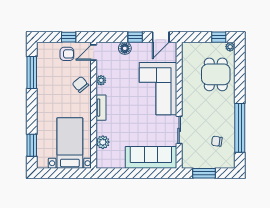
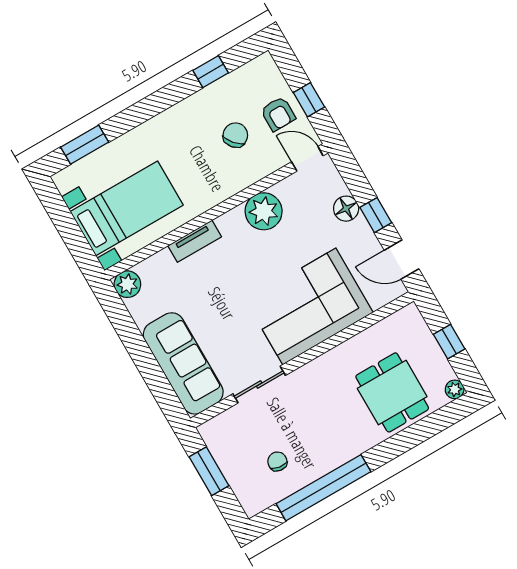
window: (219, 37) -> (449, 342), moved
window: (32, 73) -> (211, 72), width x0.46
dining table: (216, 74) -> (392, 392), turned 90
plant: (101, 80) -> (264, 211), width x1.88, depth x1.88
chair: (80, 84) -> (235, 135), moved
tv unit: (101, 108) -> (195, 241), moved
plant: (103, 142) -> (127, 284), moved

